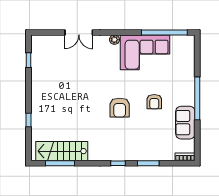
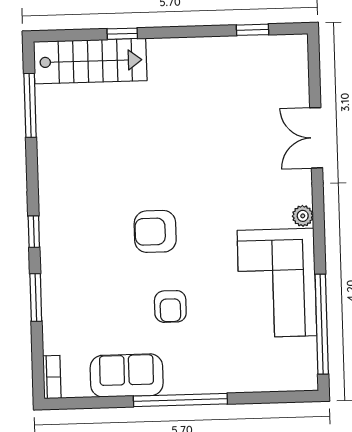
armchair: (154, 102) -> (170, 306), turned -90
stairs: (62, 151) -> (90, 61), moved, turned 90

